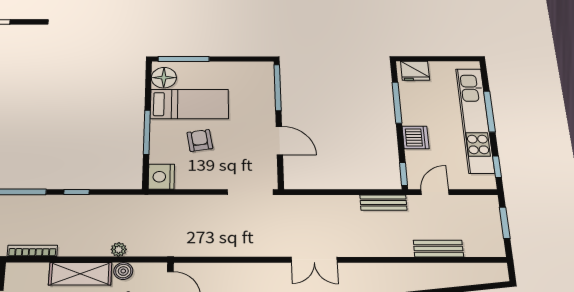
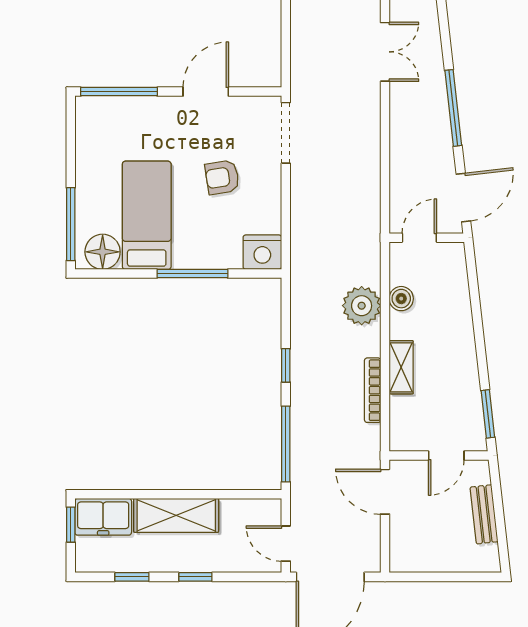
armchair: (200, 140) -> (222, 177), moved
plant: (119, 249) -> (362, 306), width x1.88, depth x1.88
bookcase: (32, 251) -> (373, 390), moved
shelving: (80, 274) -> (401, 367), width x0.67, depth x0.75

